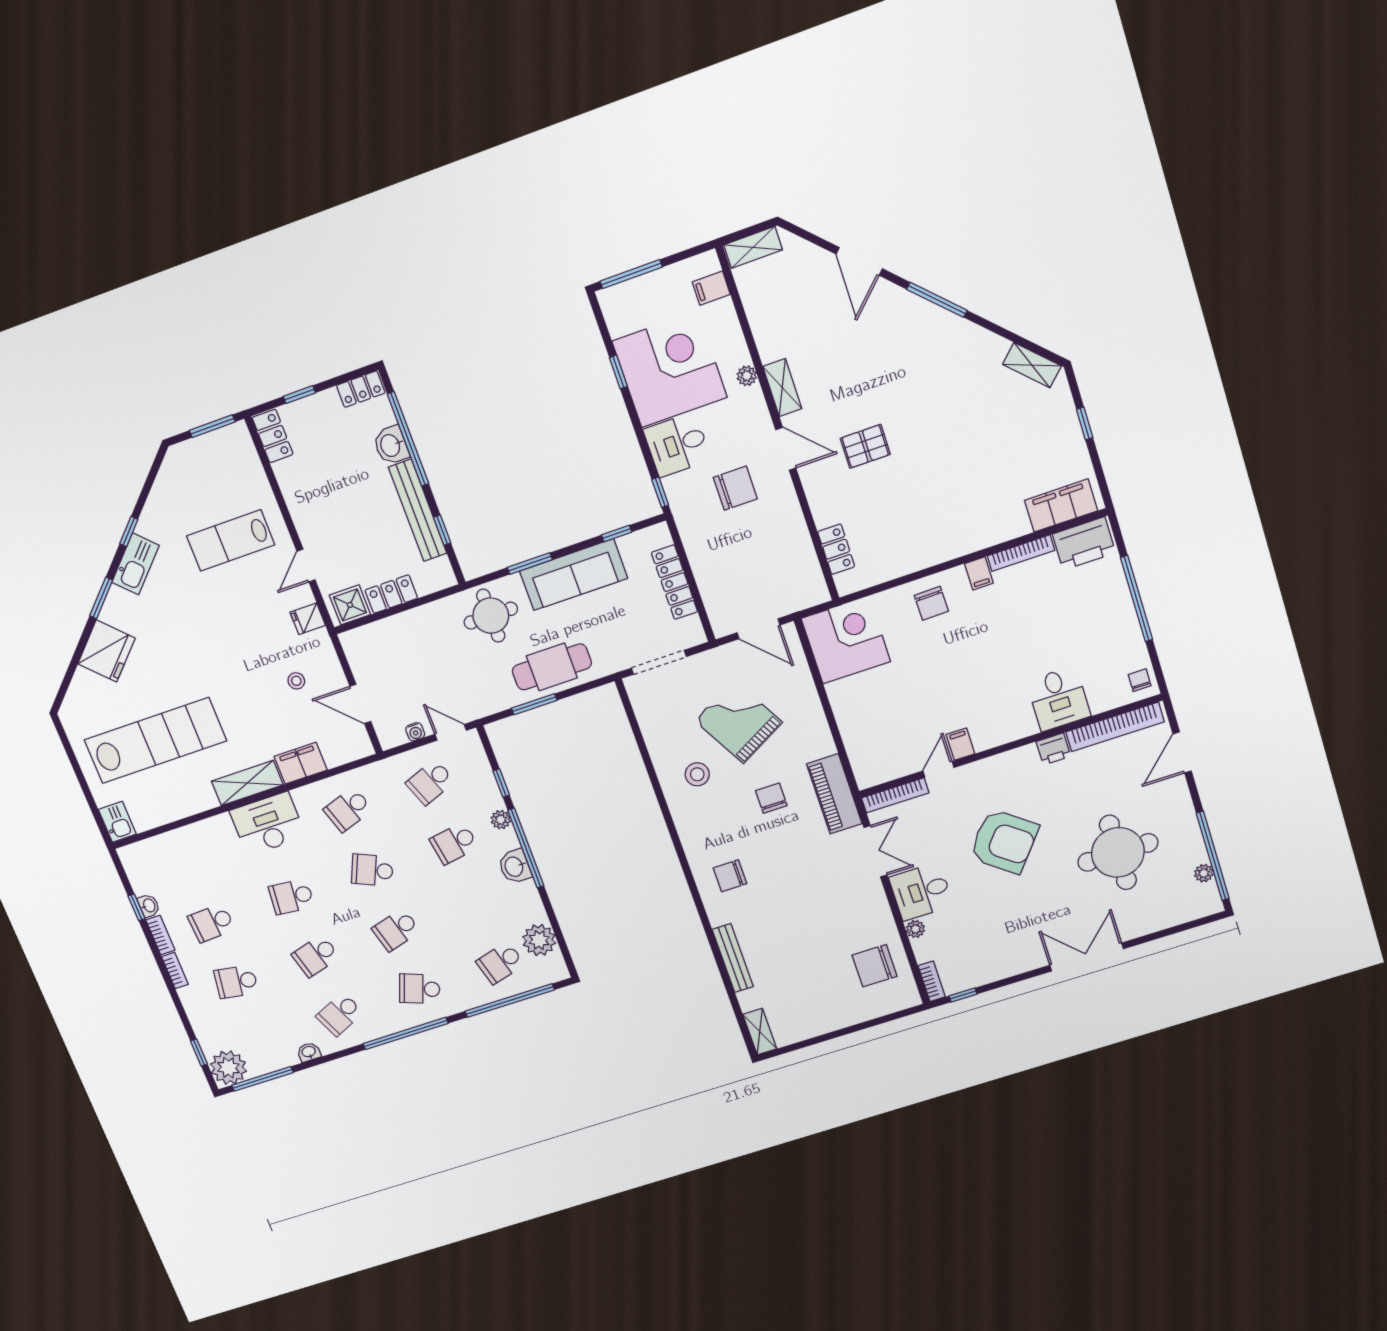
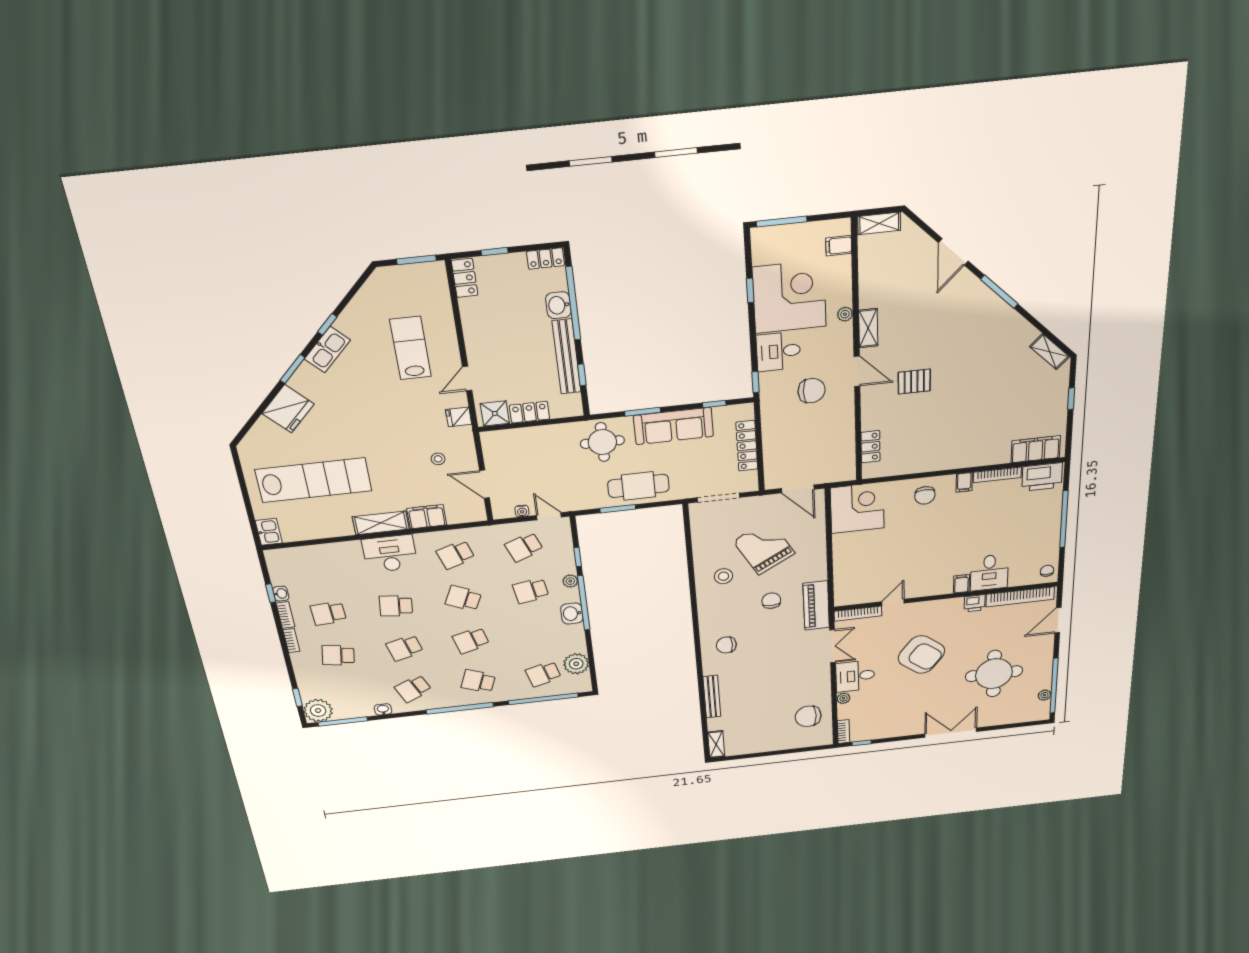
lab bench: (231, 540) -> (411, 348), turned 90
filing cabinet: (960, 744) -> (961, 584), moved

